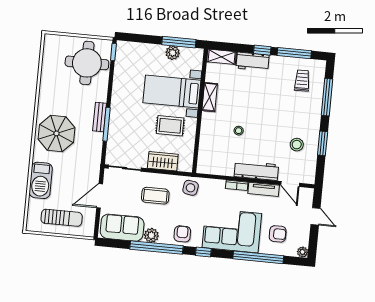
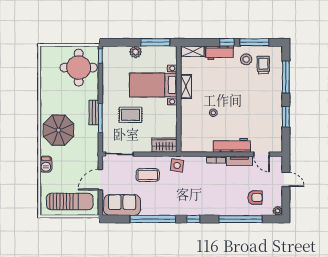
plant: (173, 53) -> (136, 52), moved
rug: (170, 126) -> (130, 115), moved
stool: (297, 145) -> (246, 59), moved
wardrobe: (163, 161) -> (164, 145), moved
barbecue: (41, 180) -> (46, 164), width x0.53, depth x0.65
sun lounger: (62, 218) -> (70, 202), width x1.36, depth x1.34
corner sofa: (232, 231) -> (216, 198), removed
armchair: (182, 234) -> (174, 205), removed
plant: (151, 235) -> (148, 209), removed

